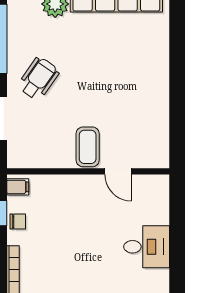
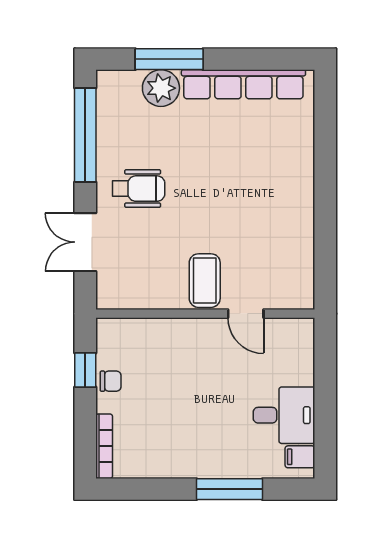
wheelchair: (38, 79) -> (139, 189), turned 55
filing cabinet: (18, 187) -> (300, 457), moved, turned 180

